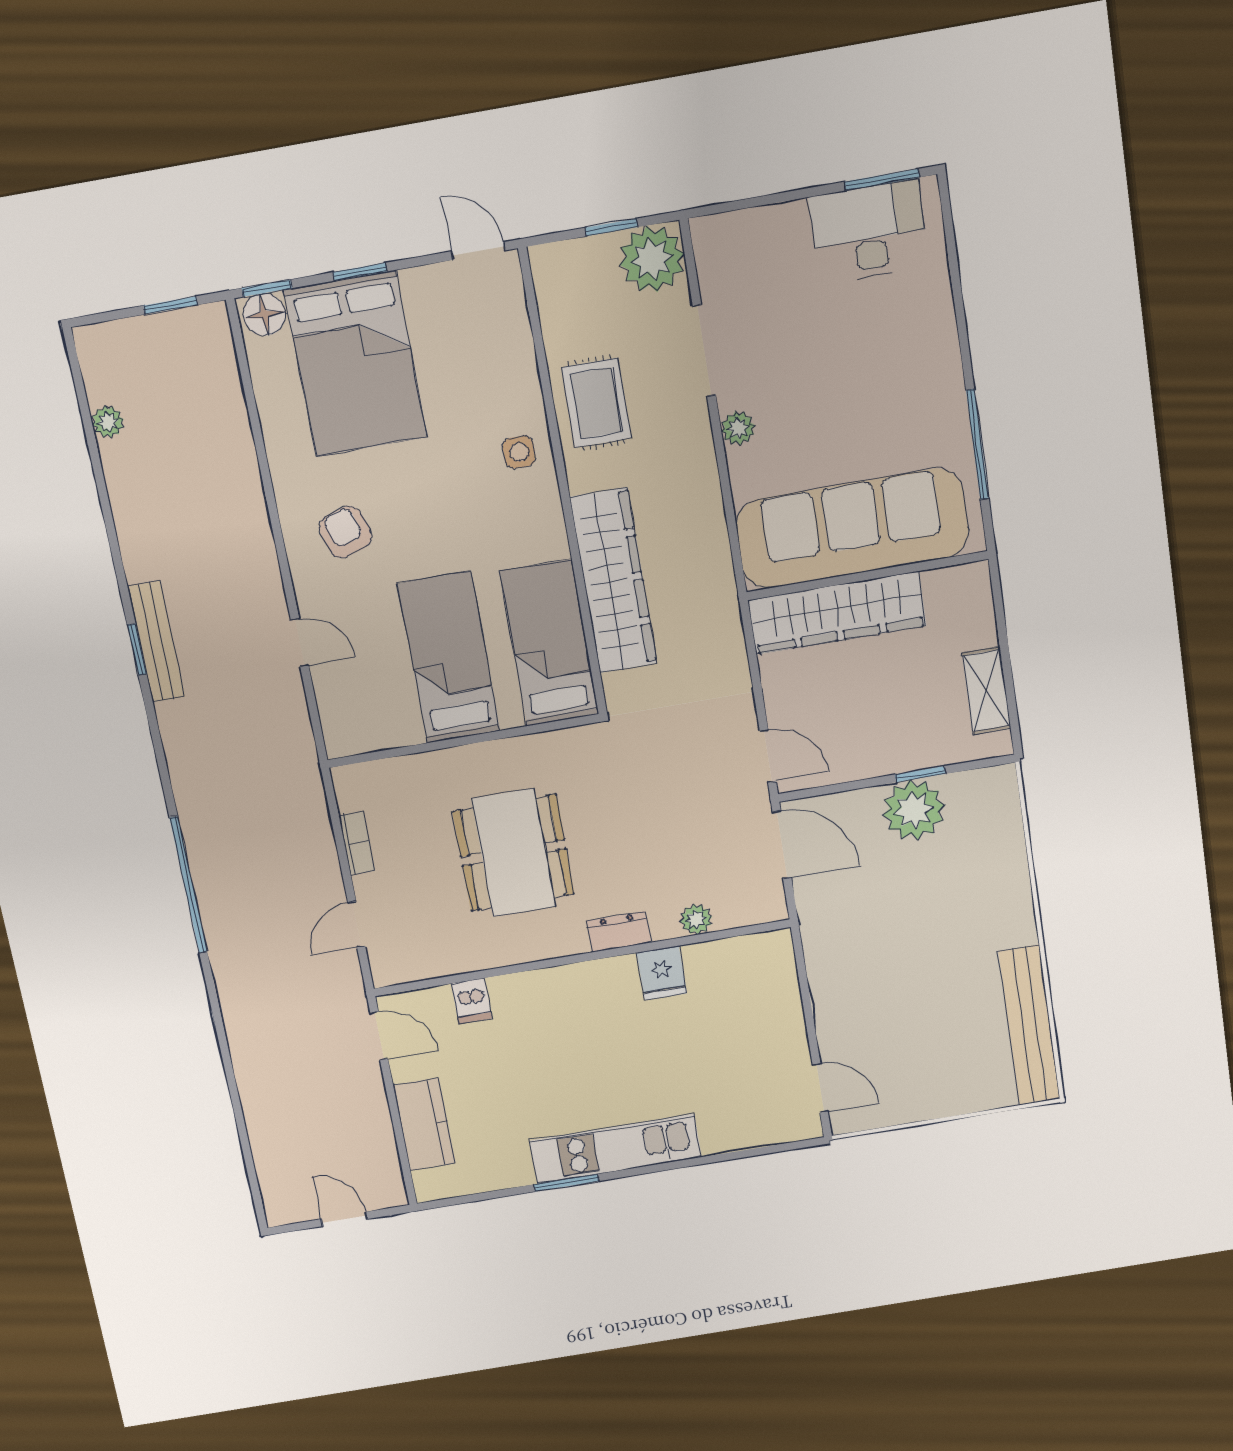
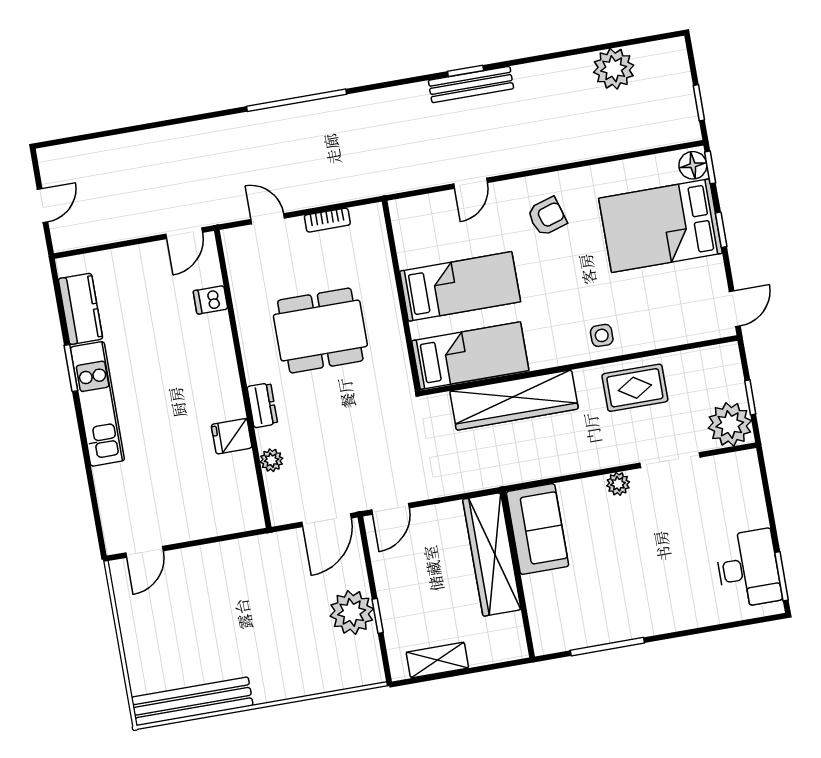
plant: (108, 422) -> (614, 69), width x1.88, depth x1.88
sofa: (852, 528) -> (537, 529), width x0.54, depth x0.79
kitchen counter: (424, 1124) -> (80, 309), moved, turned -90

